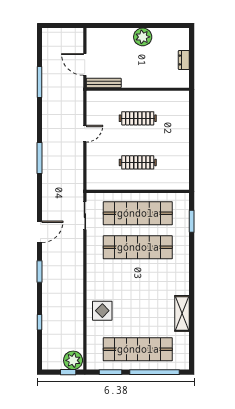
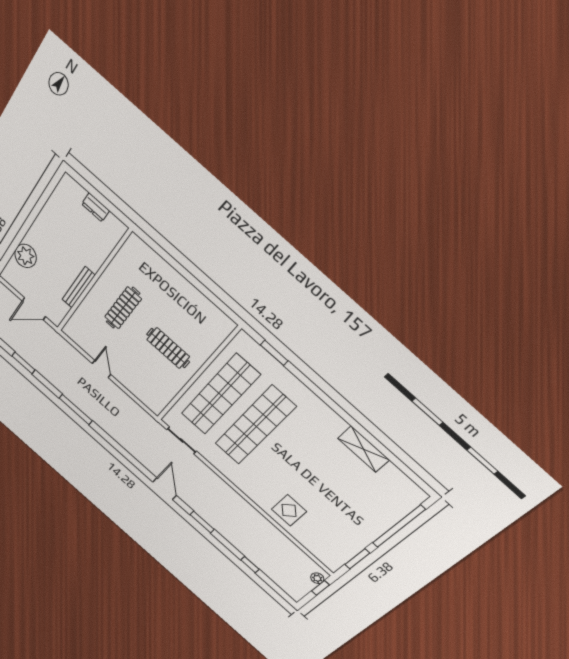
plant: (143, 37) -> (26, 256), moved
window: (40, 82) -> (23, 363), width x0.69
bench: (104, 83) -> (79, 287), moved
window: (40, 158) -> (76, 409), moved
clothes rail: (138, 162) -> (168, 348), turned 90
shop shelf: (138, 349) -> (359, 518), removed
plant: (73, 360) -> (317, 578), width x0.53, depth x0.53

